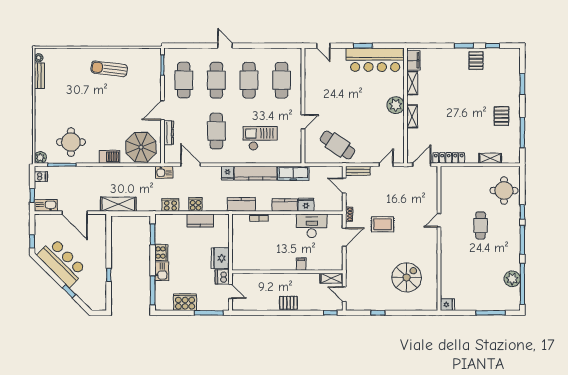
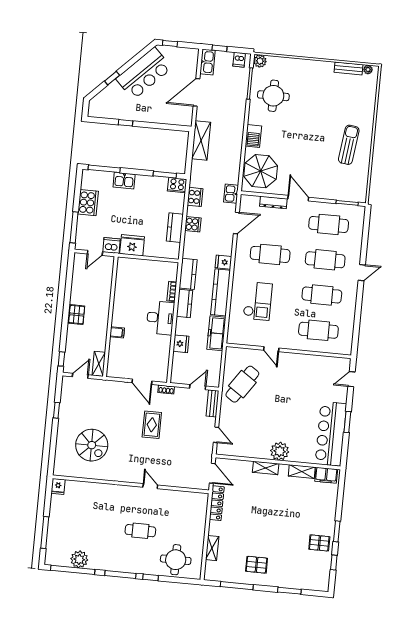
kitchen counter: (285, 205) -> (185, 303), moved
desk: (312, 226) -> (160, 318), moved
cooker: (161, 253) -> (177, 185), moved

